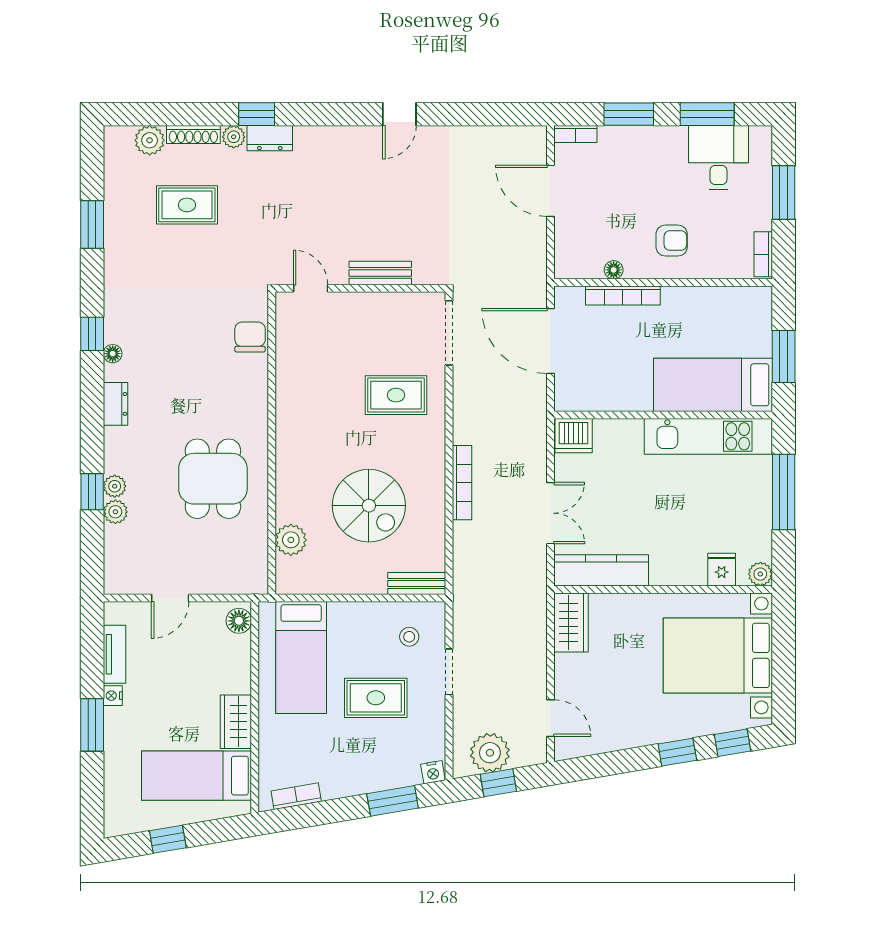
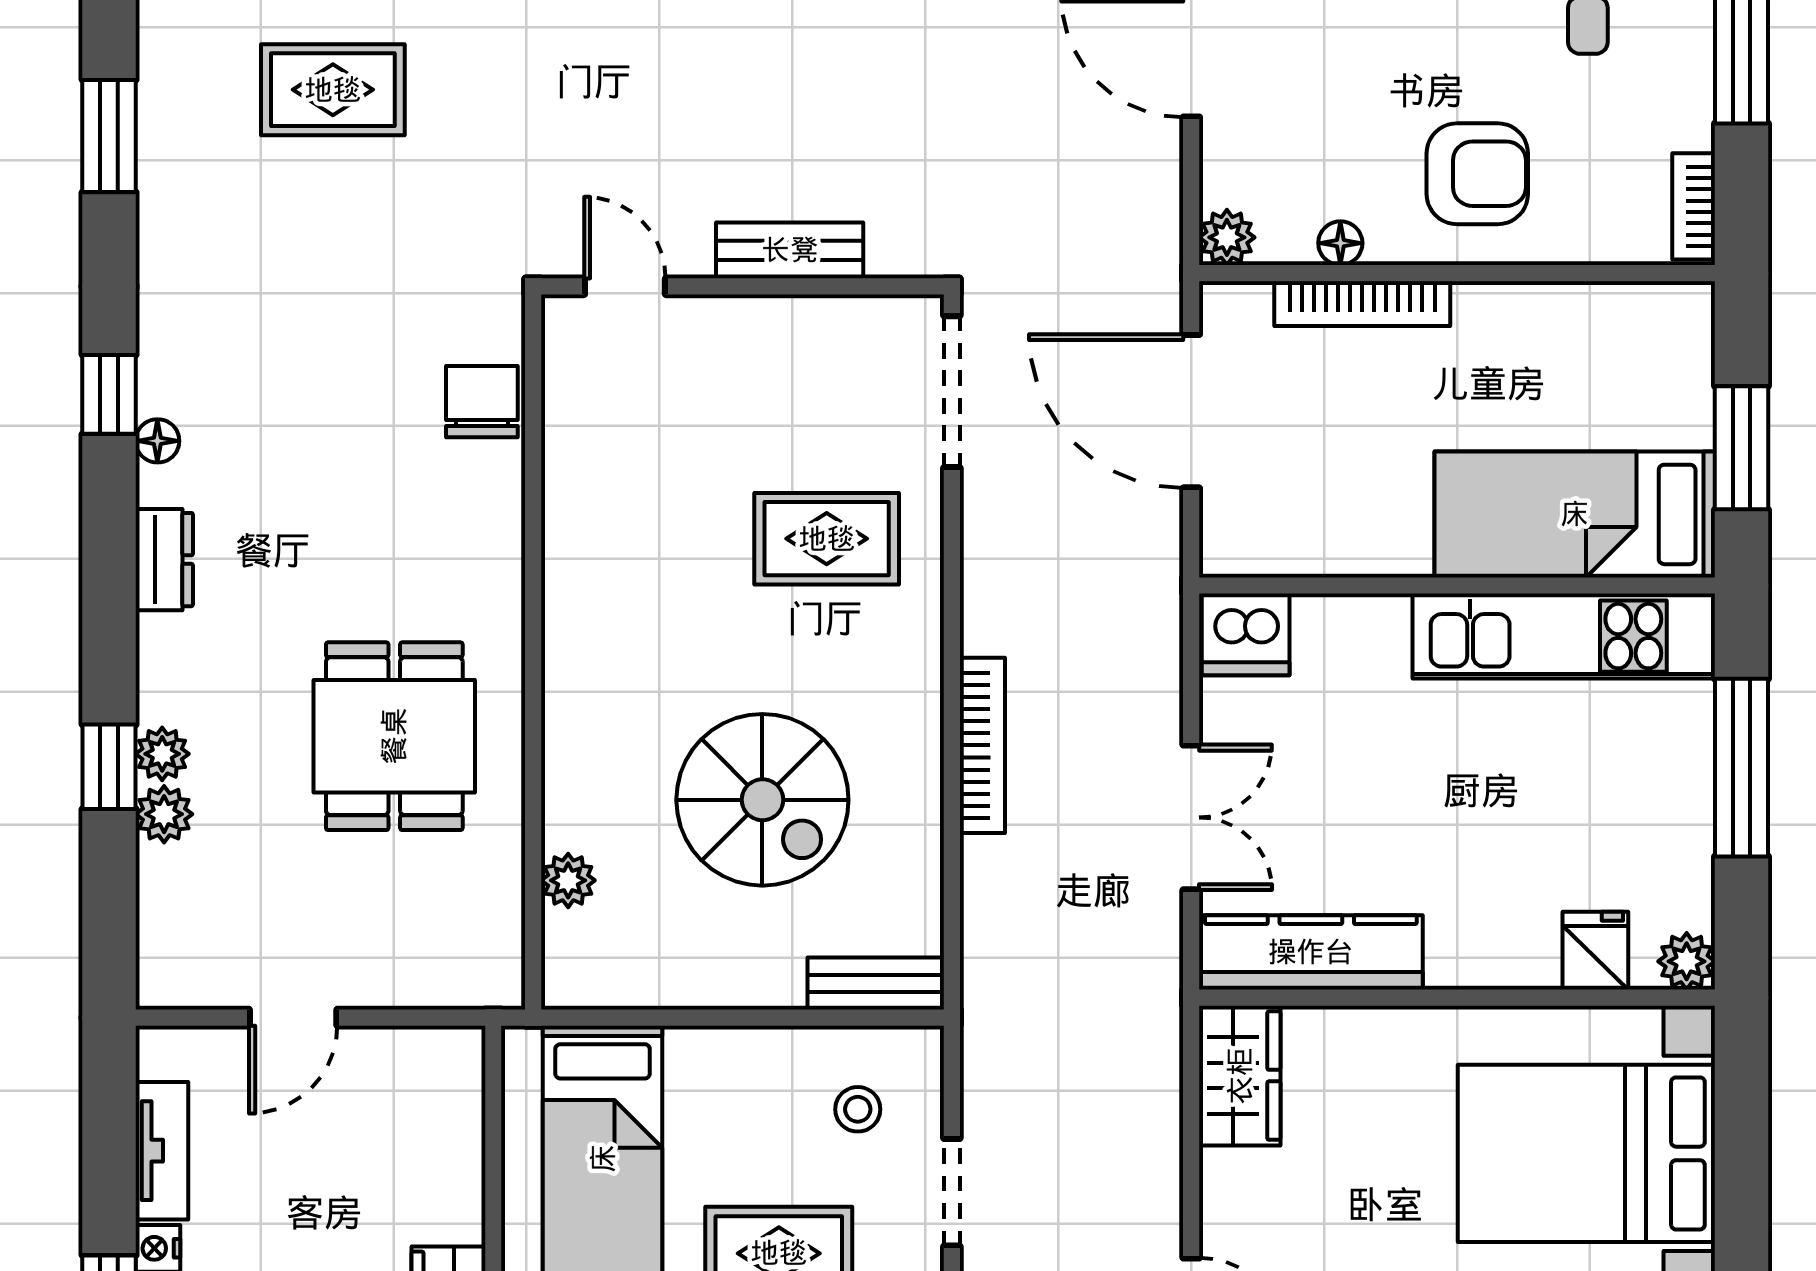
armchair: (672, 241) -> (1477, 174), width x1.38, depth x1.38
plant: (566, 267) -> (1227, 237), added
plant: (291, 540) -> (568, 880), width x0.73, depth x0.73
floor lamp: (239, 621) -> (455, 1072), removed

